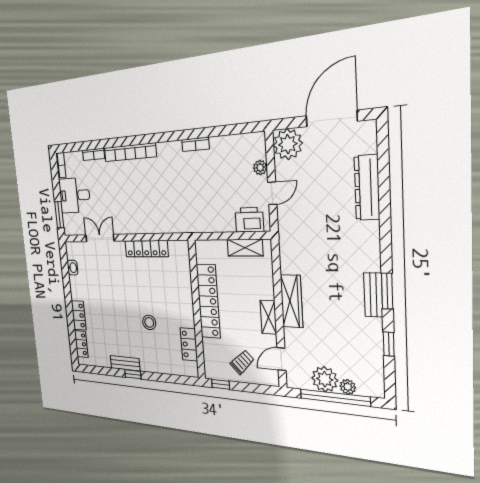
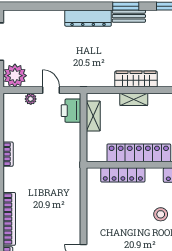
dresser: (367, 188) -> (88, 18), moved
locker: (146, 249) -> (123, 175), moved, turned 90
shelving: (268, 317) -> (134, 99), moved

